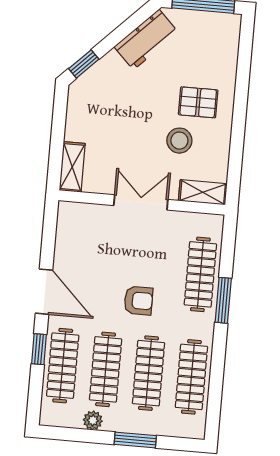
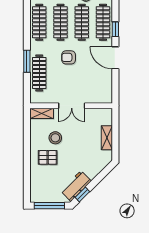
window: (84, 64) -> (82, 194), moved
shelving: (72, 167) -> (107, 138), moved

